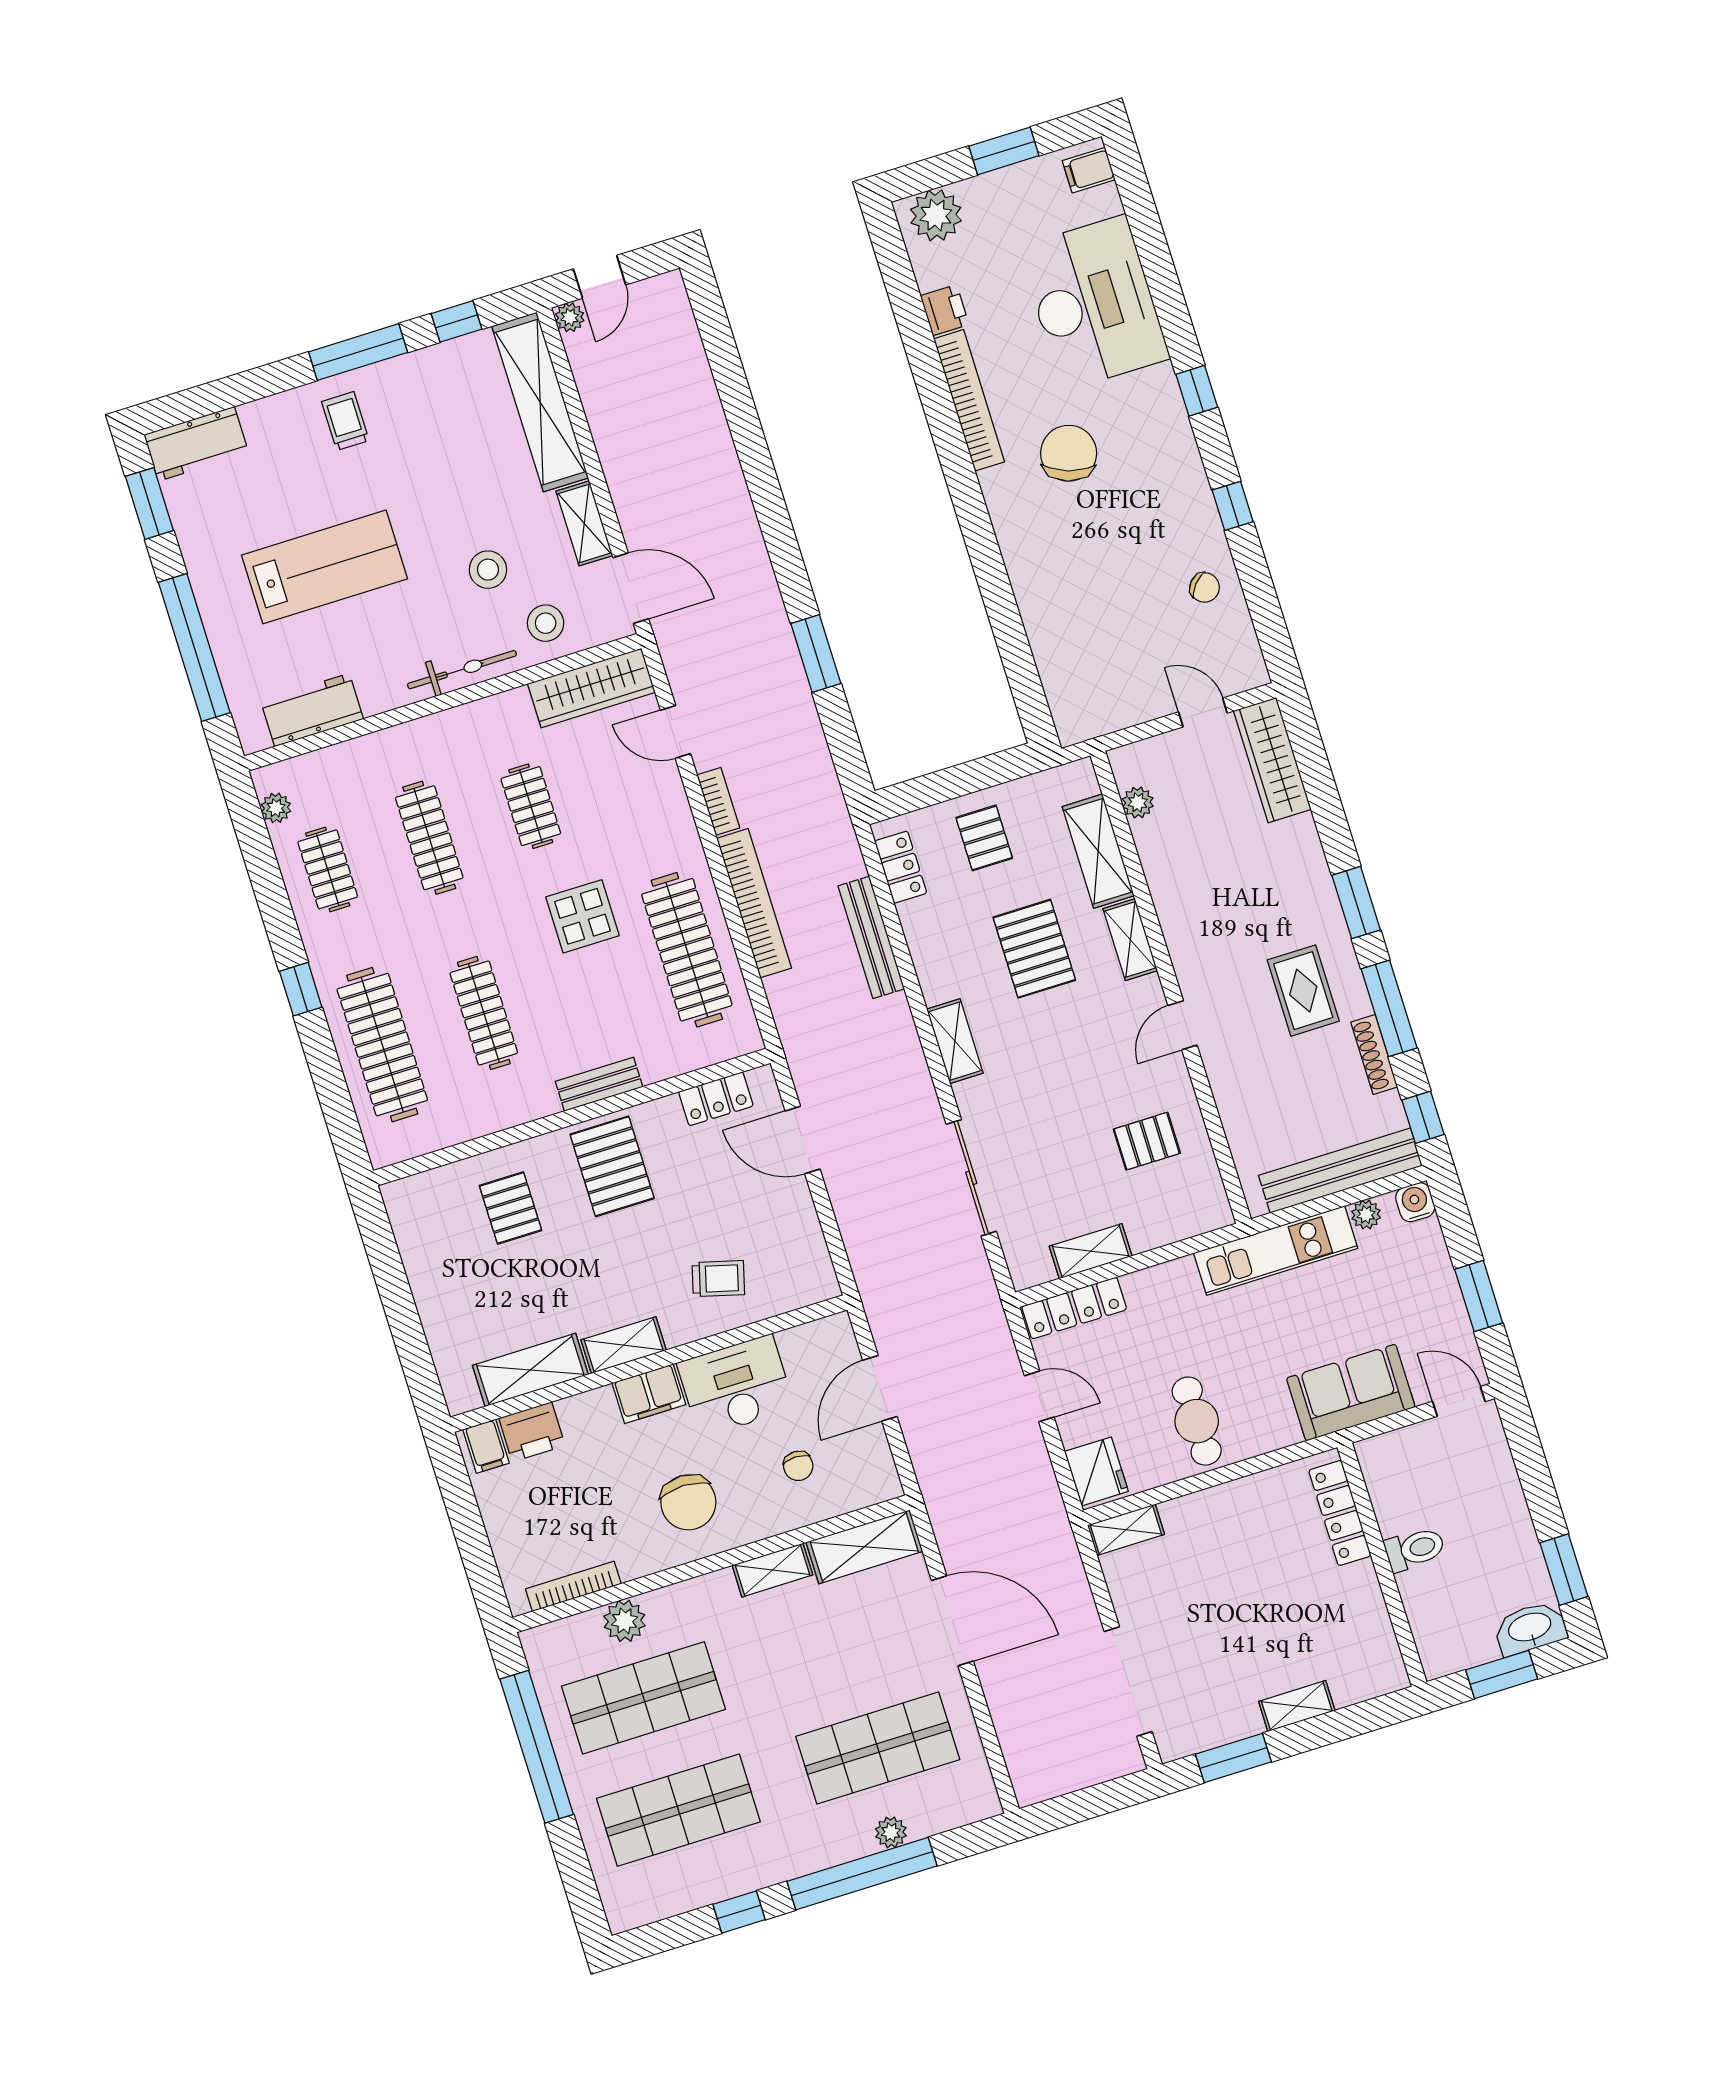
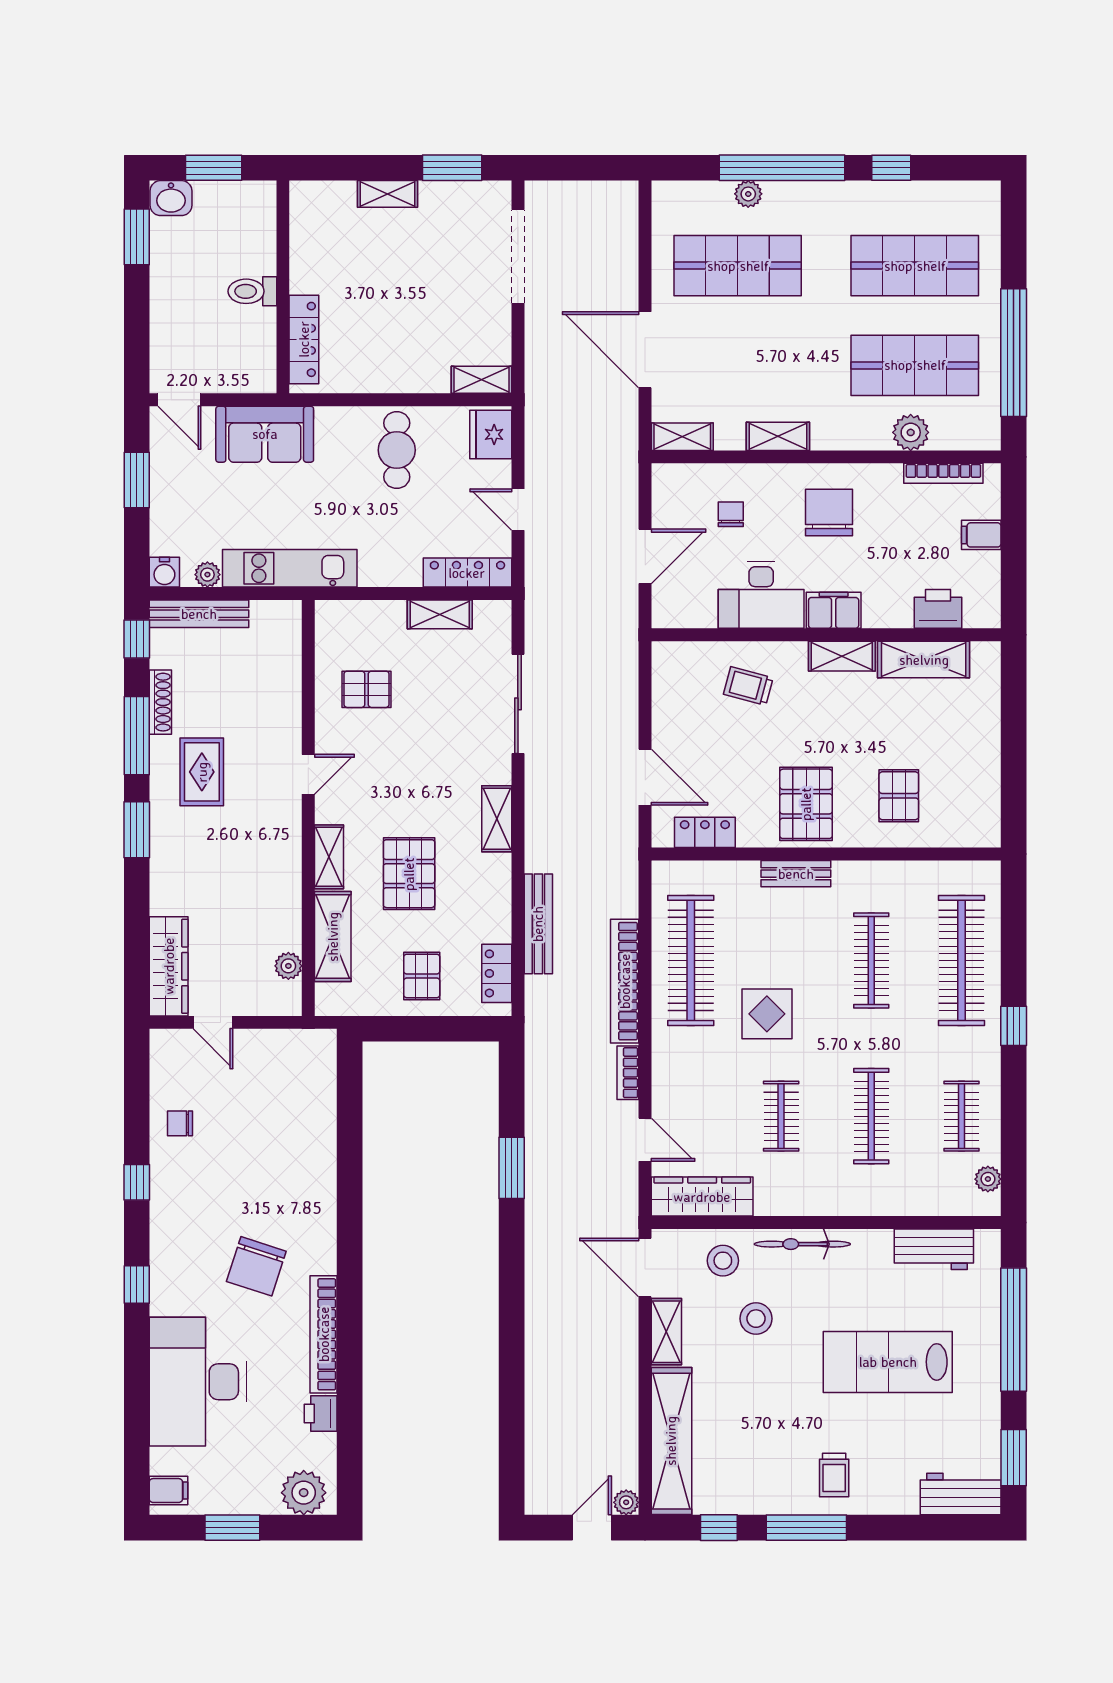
chair: (1205, 587) -> (180, 1123), turned -41
bench: (1340, 1171) -> (199, 614), width x0.73, depth x0.82
filing cabinet: (486, 1446) -> (981, 535), moved, turned -90
shelving: (864, 1547) -> (682, 437), width x0.67, depth x0.75
washbasin: (1530, 1628) -> (171, 198), width x0.72

